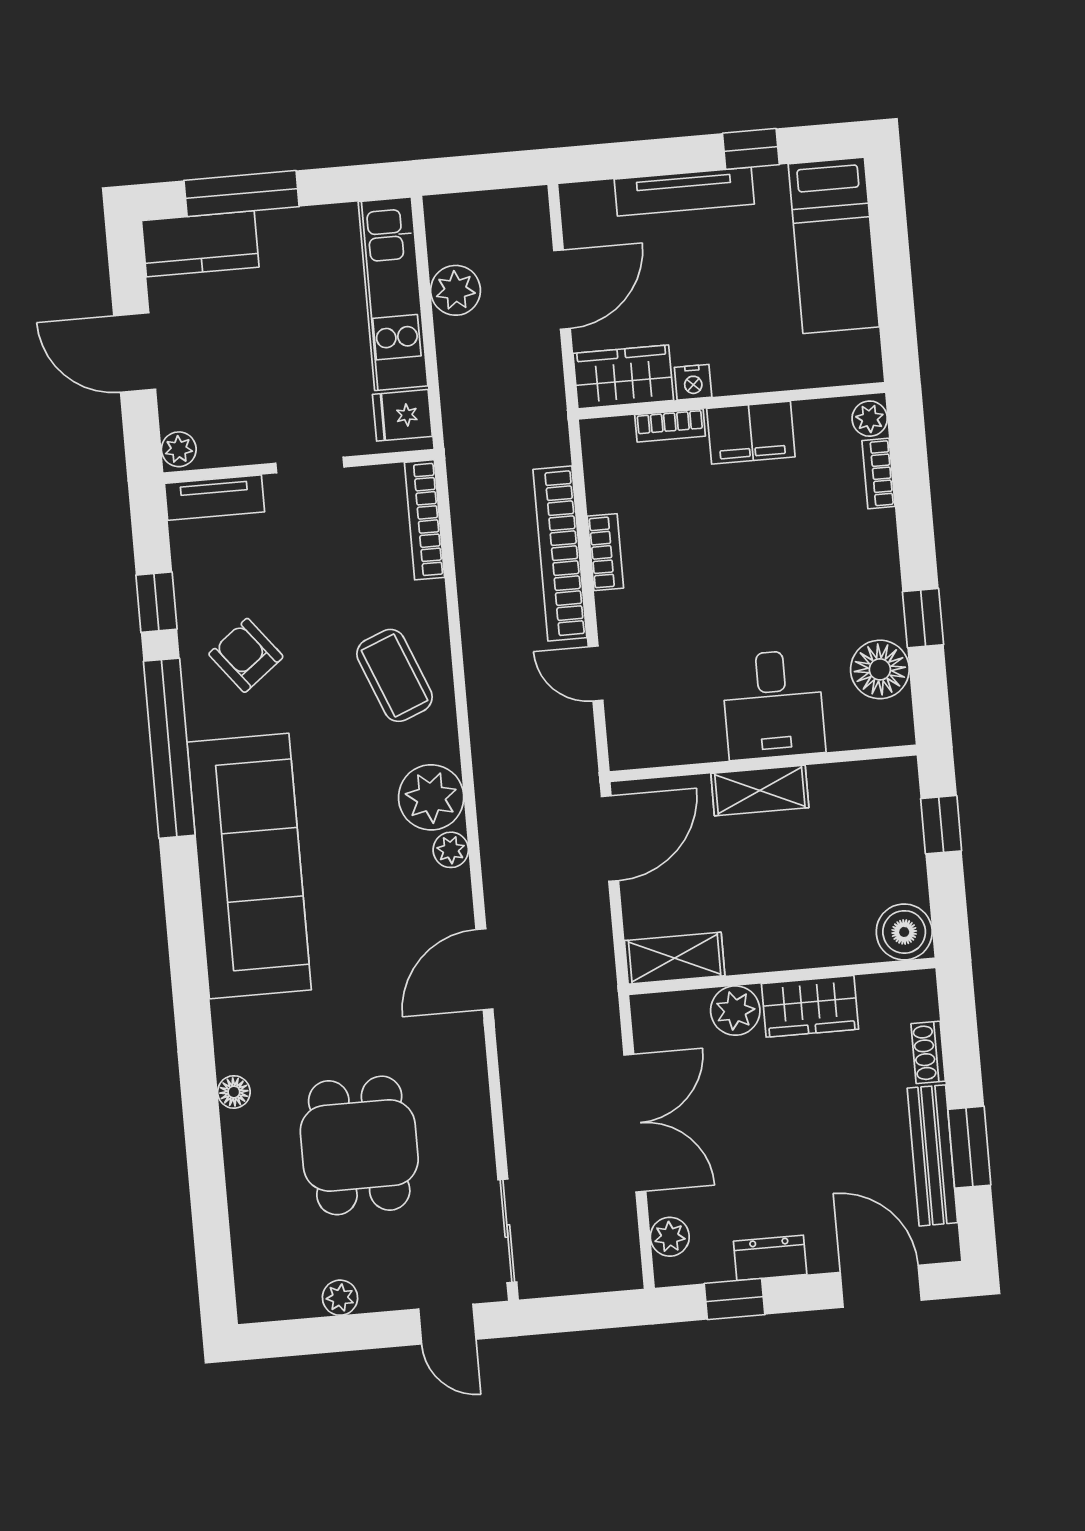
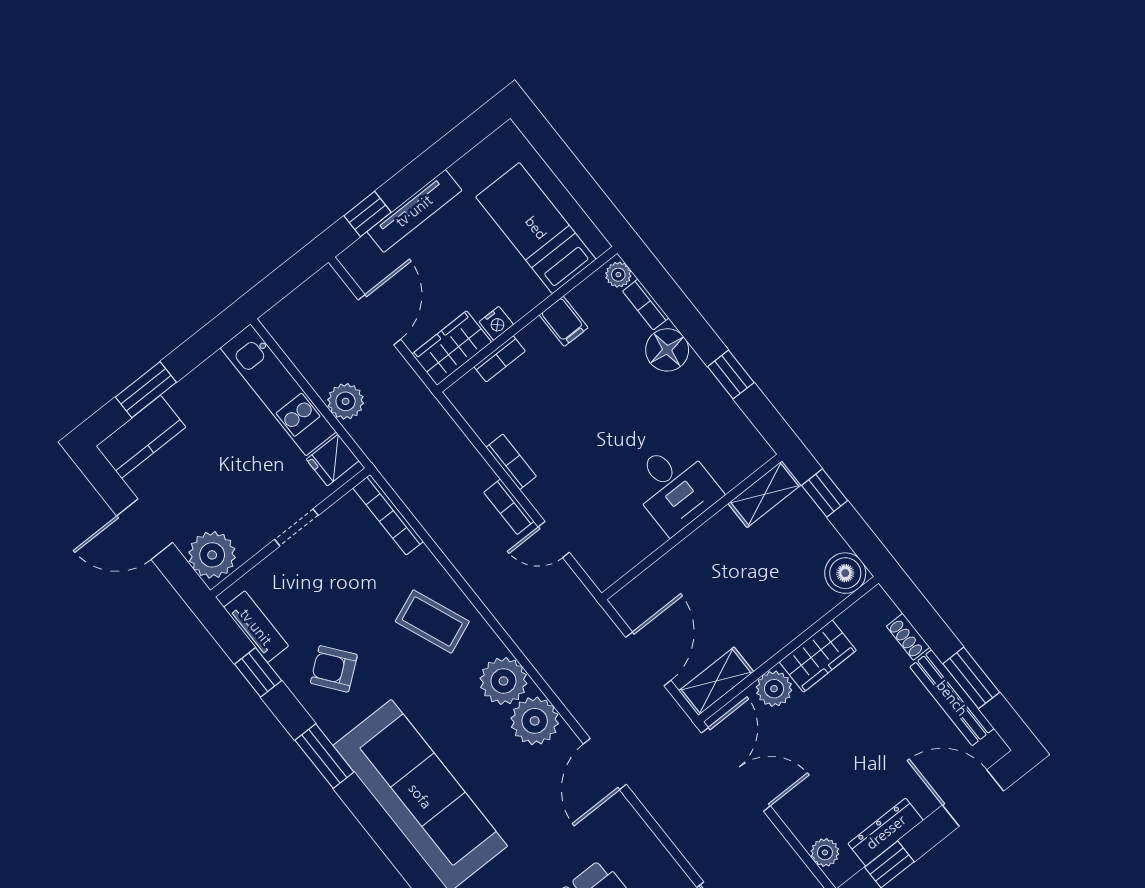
window: (751, 149) -> (368, 214), moved
window: (242, 193) -> (146, 390), width x0.69
bed: (834, 245) -> (536, 228), moved, turned 180
plant: (456, 290) -> (346, 401), moved
filing cabinet: (751, 433) -> (564, 321), width x0.50
plant: (179, 449) -> (212, 555), width x1.87, depth x1.87
tv unit: (214, 498) -> (256, 627), moved, turned -90
bookcase: (560, 554) -> (509, 507), width x0.43, depth x0.76
floor lamp: (880, 669) -> (667, 350), moved
window: (169, 748) -> (324, 756), width x0.47
shelving: (760, 790) -> (765, 494), moved
door: (610, 839) -> (648, 659), moved
plant: (451, 850) -> (535, 721), width x1.88, depth x1.88
double door: (635, 1123) -> (736, 769), moved
dresser: (770, 1258) -> (886, 832), width x1.44

